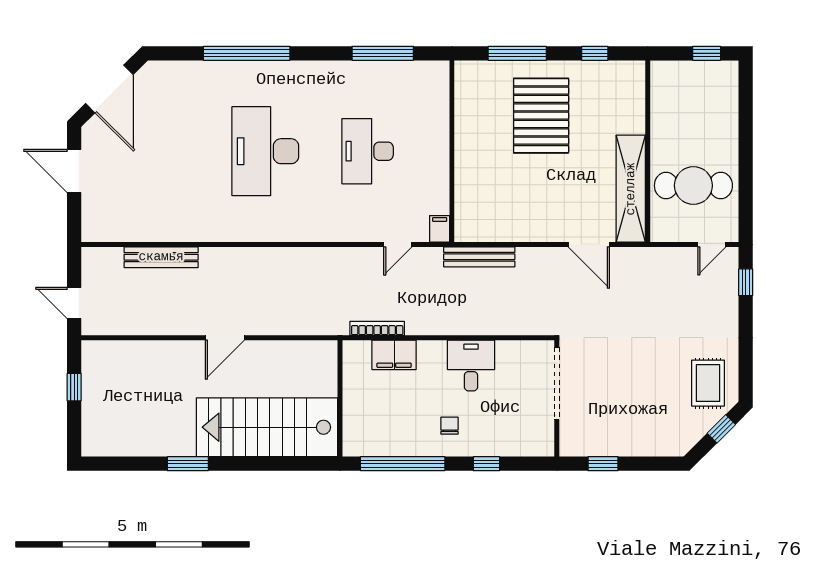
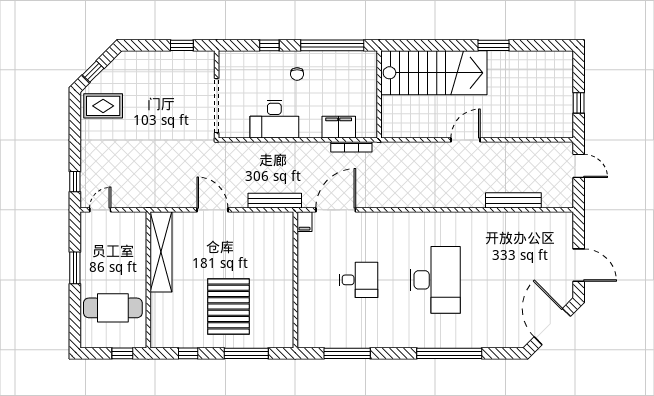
window: (707, 53) -> (122, 353), moved
desk: (368, 151) -> (358, 280), width x0.73
window: (746, 167) -> (75, 268), added
cafe table: (693, 186) -> (113, 308), moved
door: (398, 244) -> (336, 210), width x1.87
door: (589, 244) -> (213, 210), moved
desk: (471, 365) -> (274, 119), width x1.37
rug: (708, 383) -> (103, 106), turned 90

